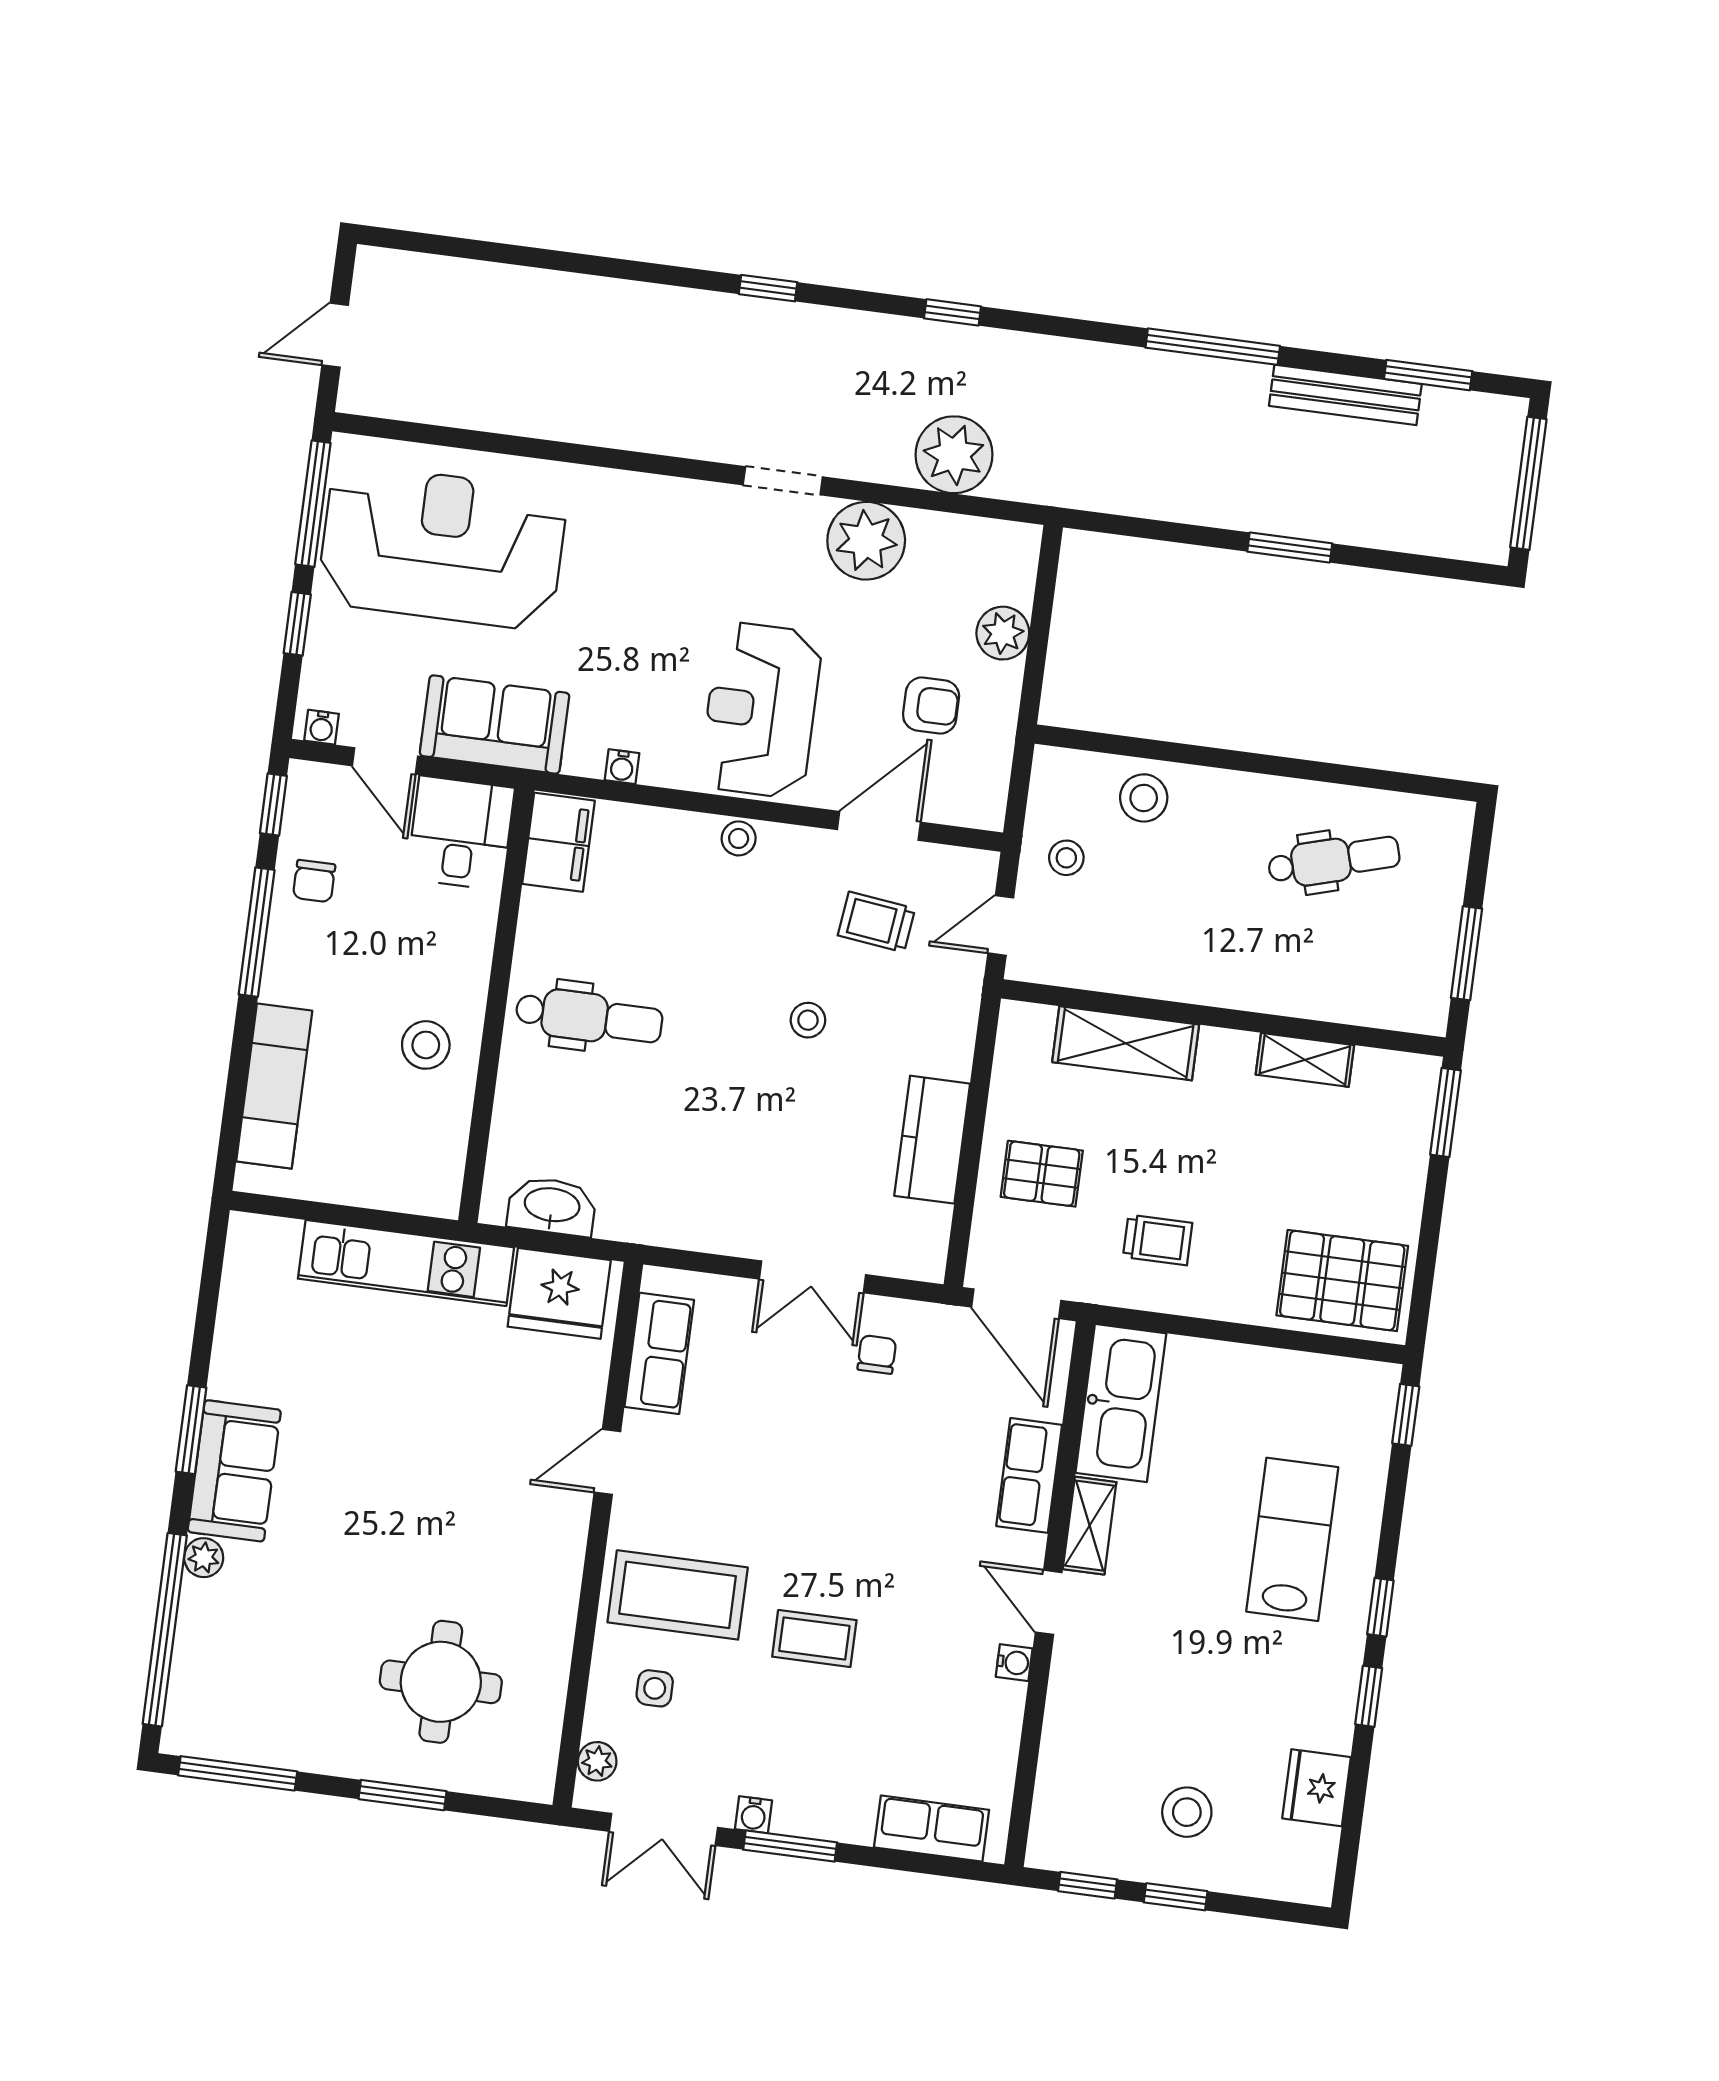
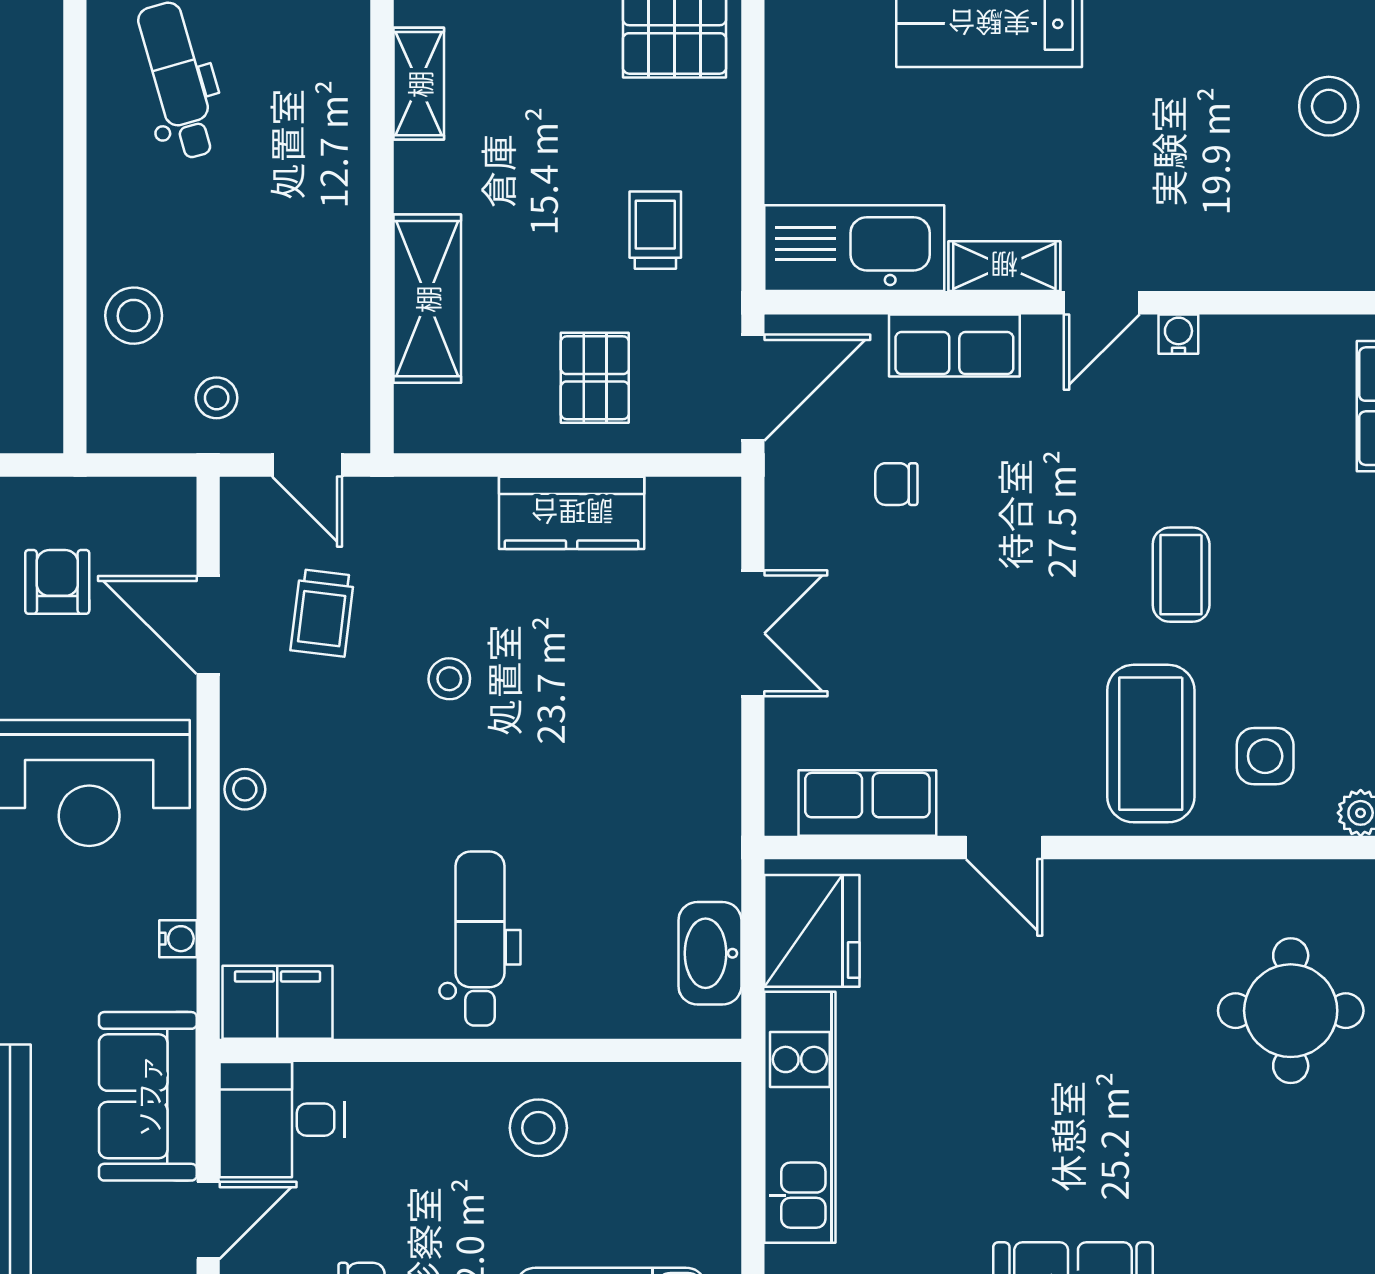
chair: (877, 1355) -> (896, 484), moved
side table: (655, 1688) -> (1265, 756), width x1.37, depth x1.37

